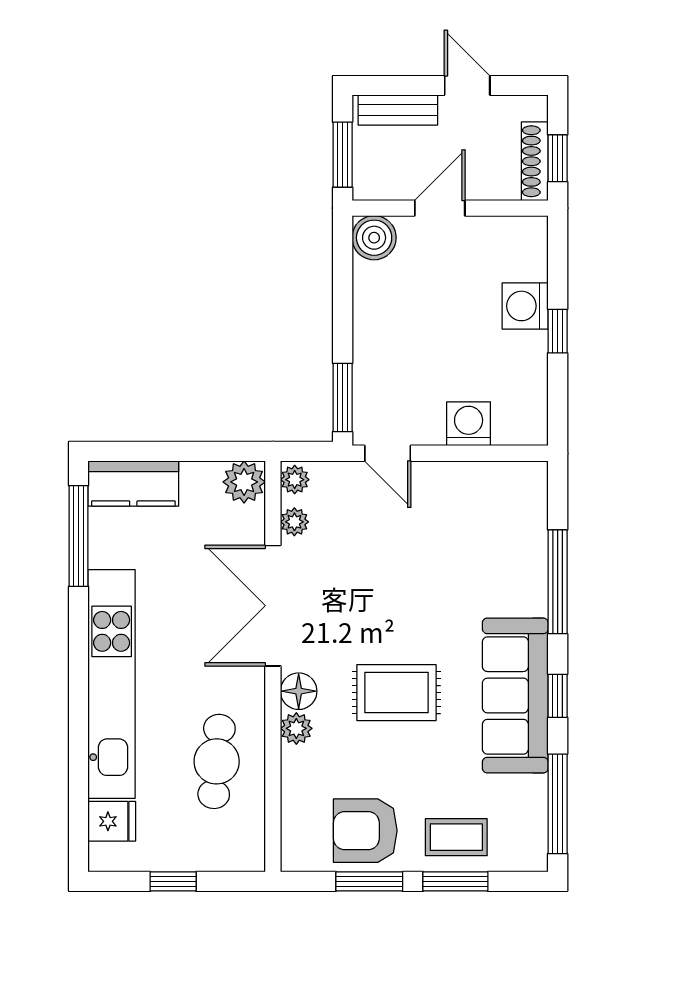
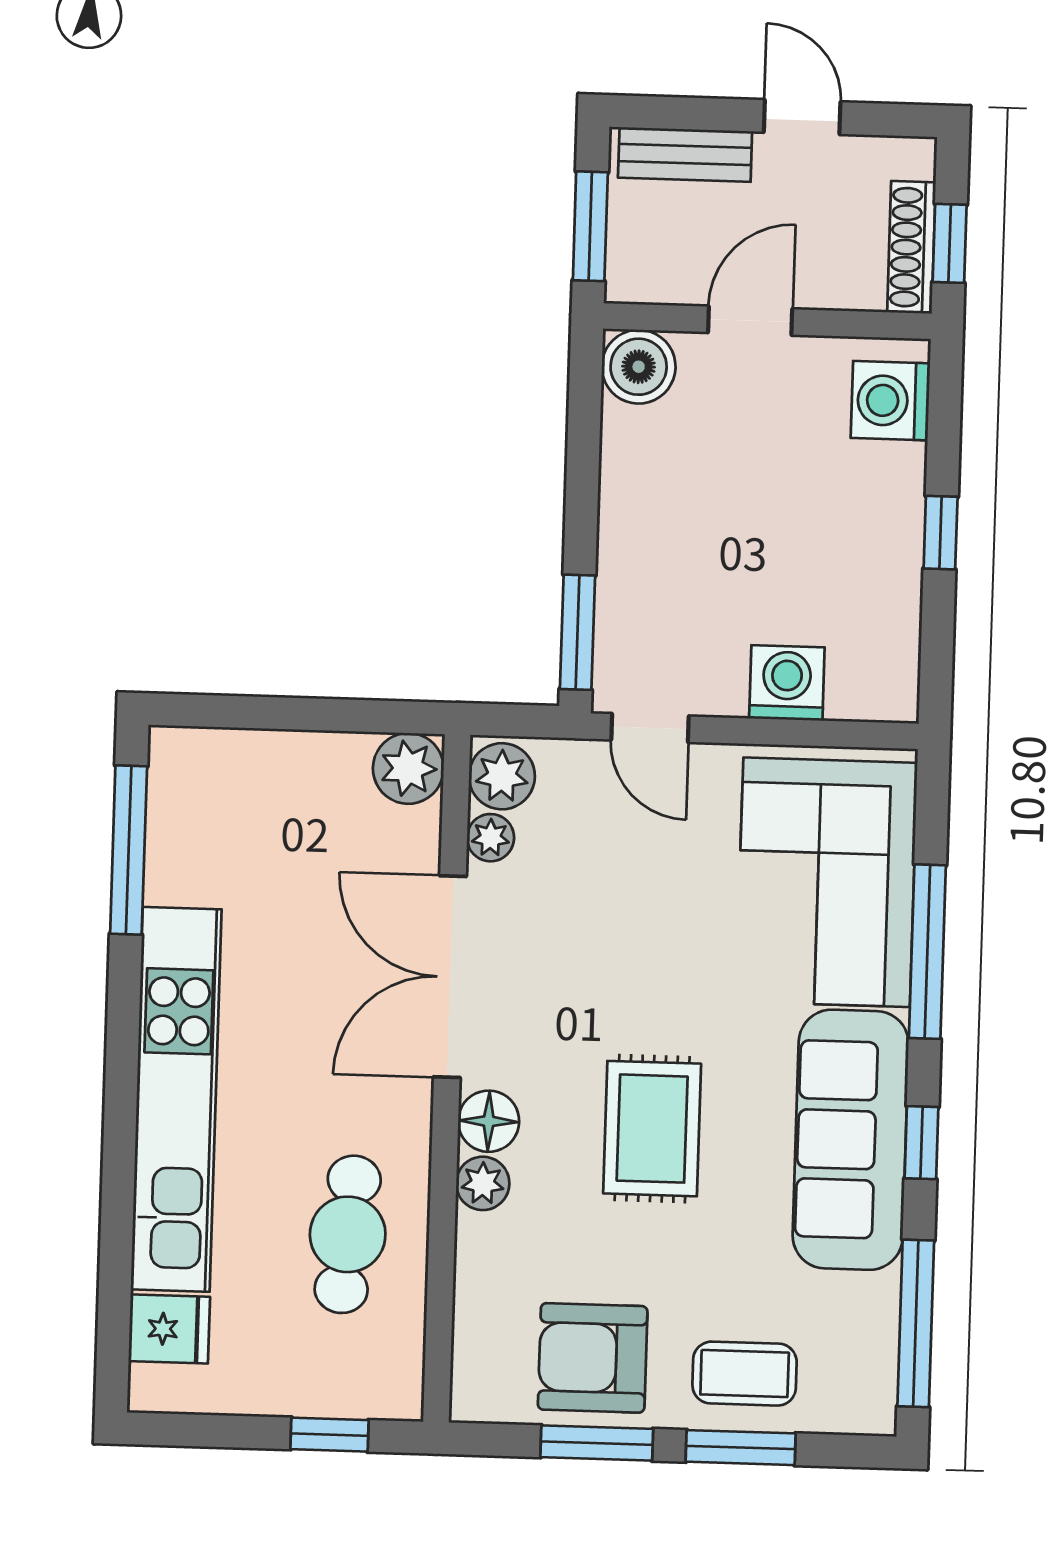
washing machine: (525, 306) -> (890, 401), moved
plant: (295, 480) -> (502, 776), width x1.38, depth x1.38
kitchen counter: (133, 484) -> (223, 765), removed
corner sofa: (496, 542) -> (827, 882), added
rug: (396, 693) -> (652, 1129), turned 90
window: (173, 881) -> (330, 1435), moved

